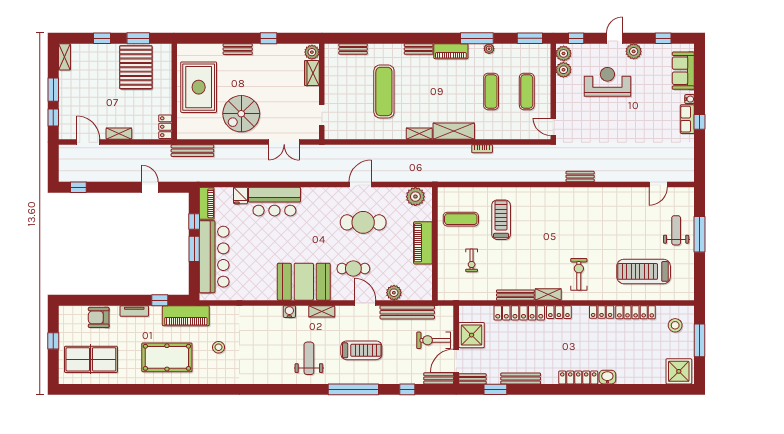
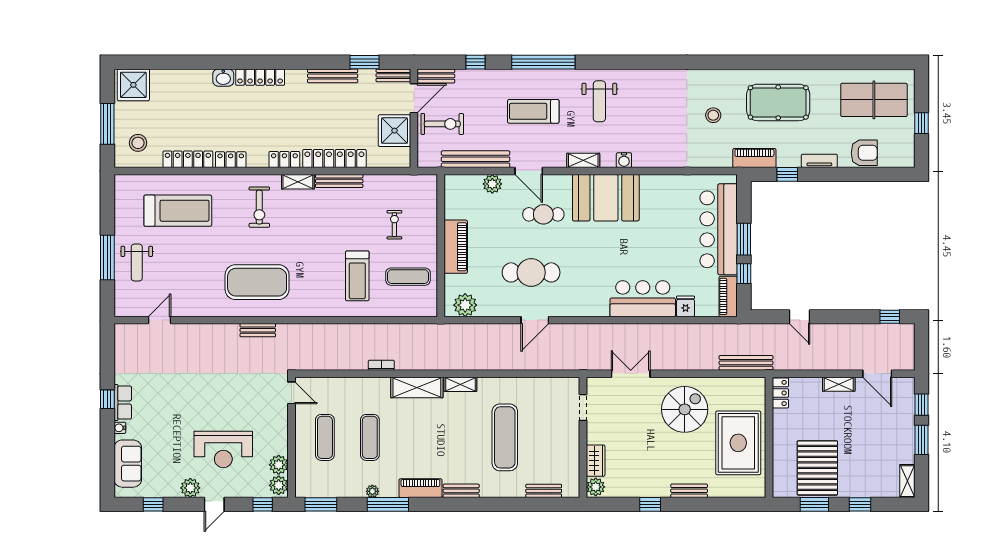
exercise mat: (581, 215) -> (257, 282), added
piano: (186, 316) -> (754, 158), width x0.73, depth x0.75

